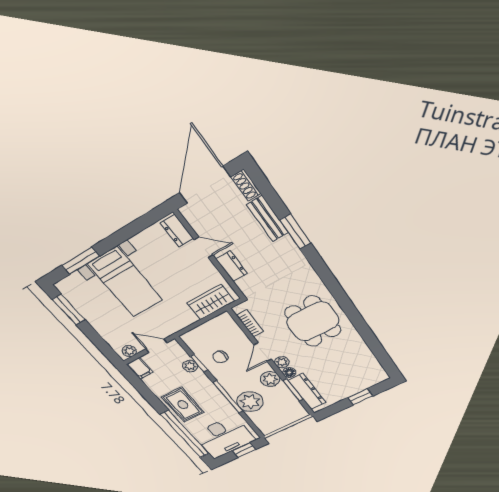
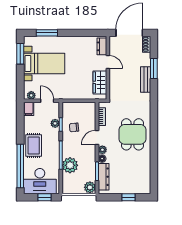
bench: (268, 219) -> (146, 79), moved
window: (295, 232) -> (154, 69), moved
dresser: (232, 266) -> (114, 80), removed
bed with nightstands: (125, 282) -> (44, 64), moved, turned -90
wardrobe: (211, 302) -> (100, 82), moved, turned -90
plant: (270, 379) -> (90, 187), moved

